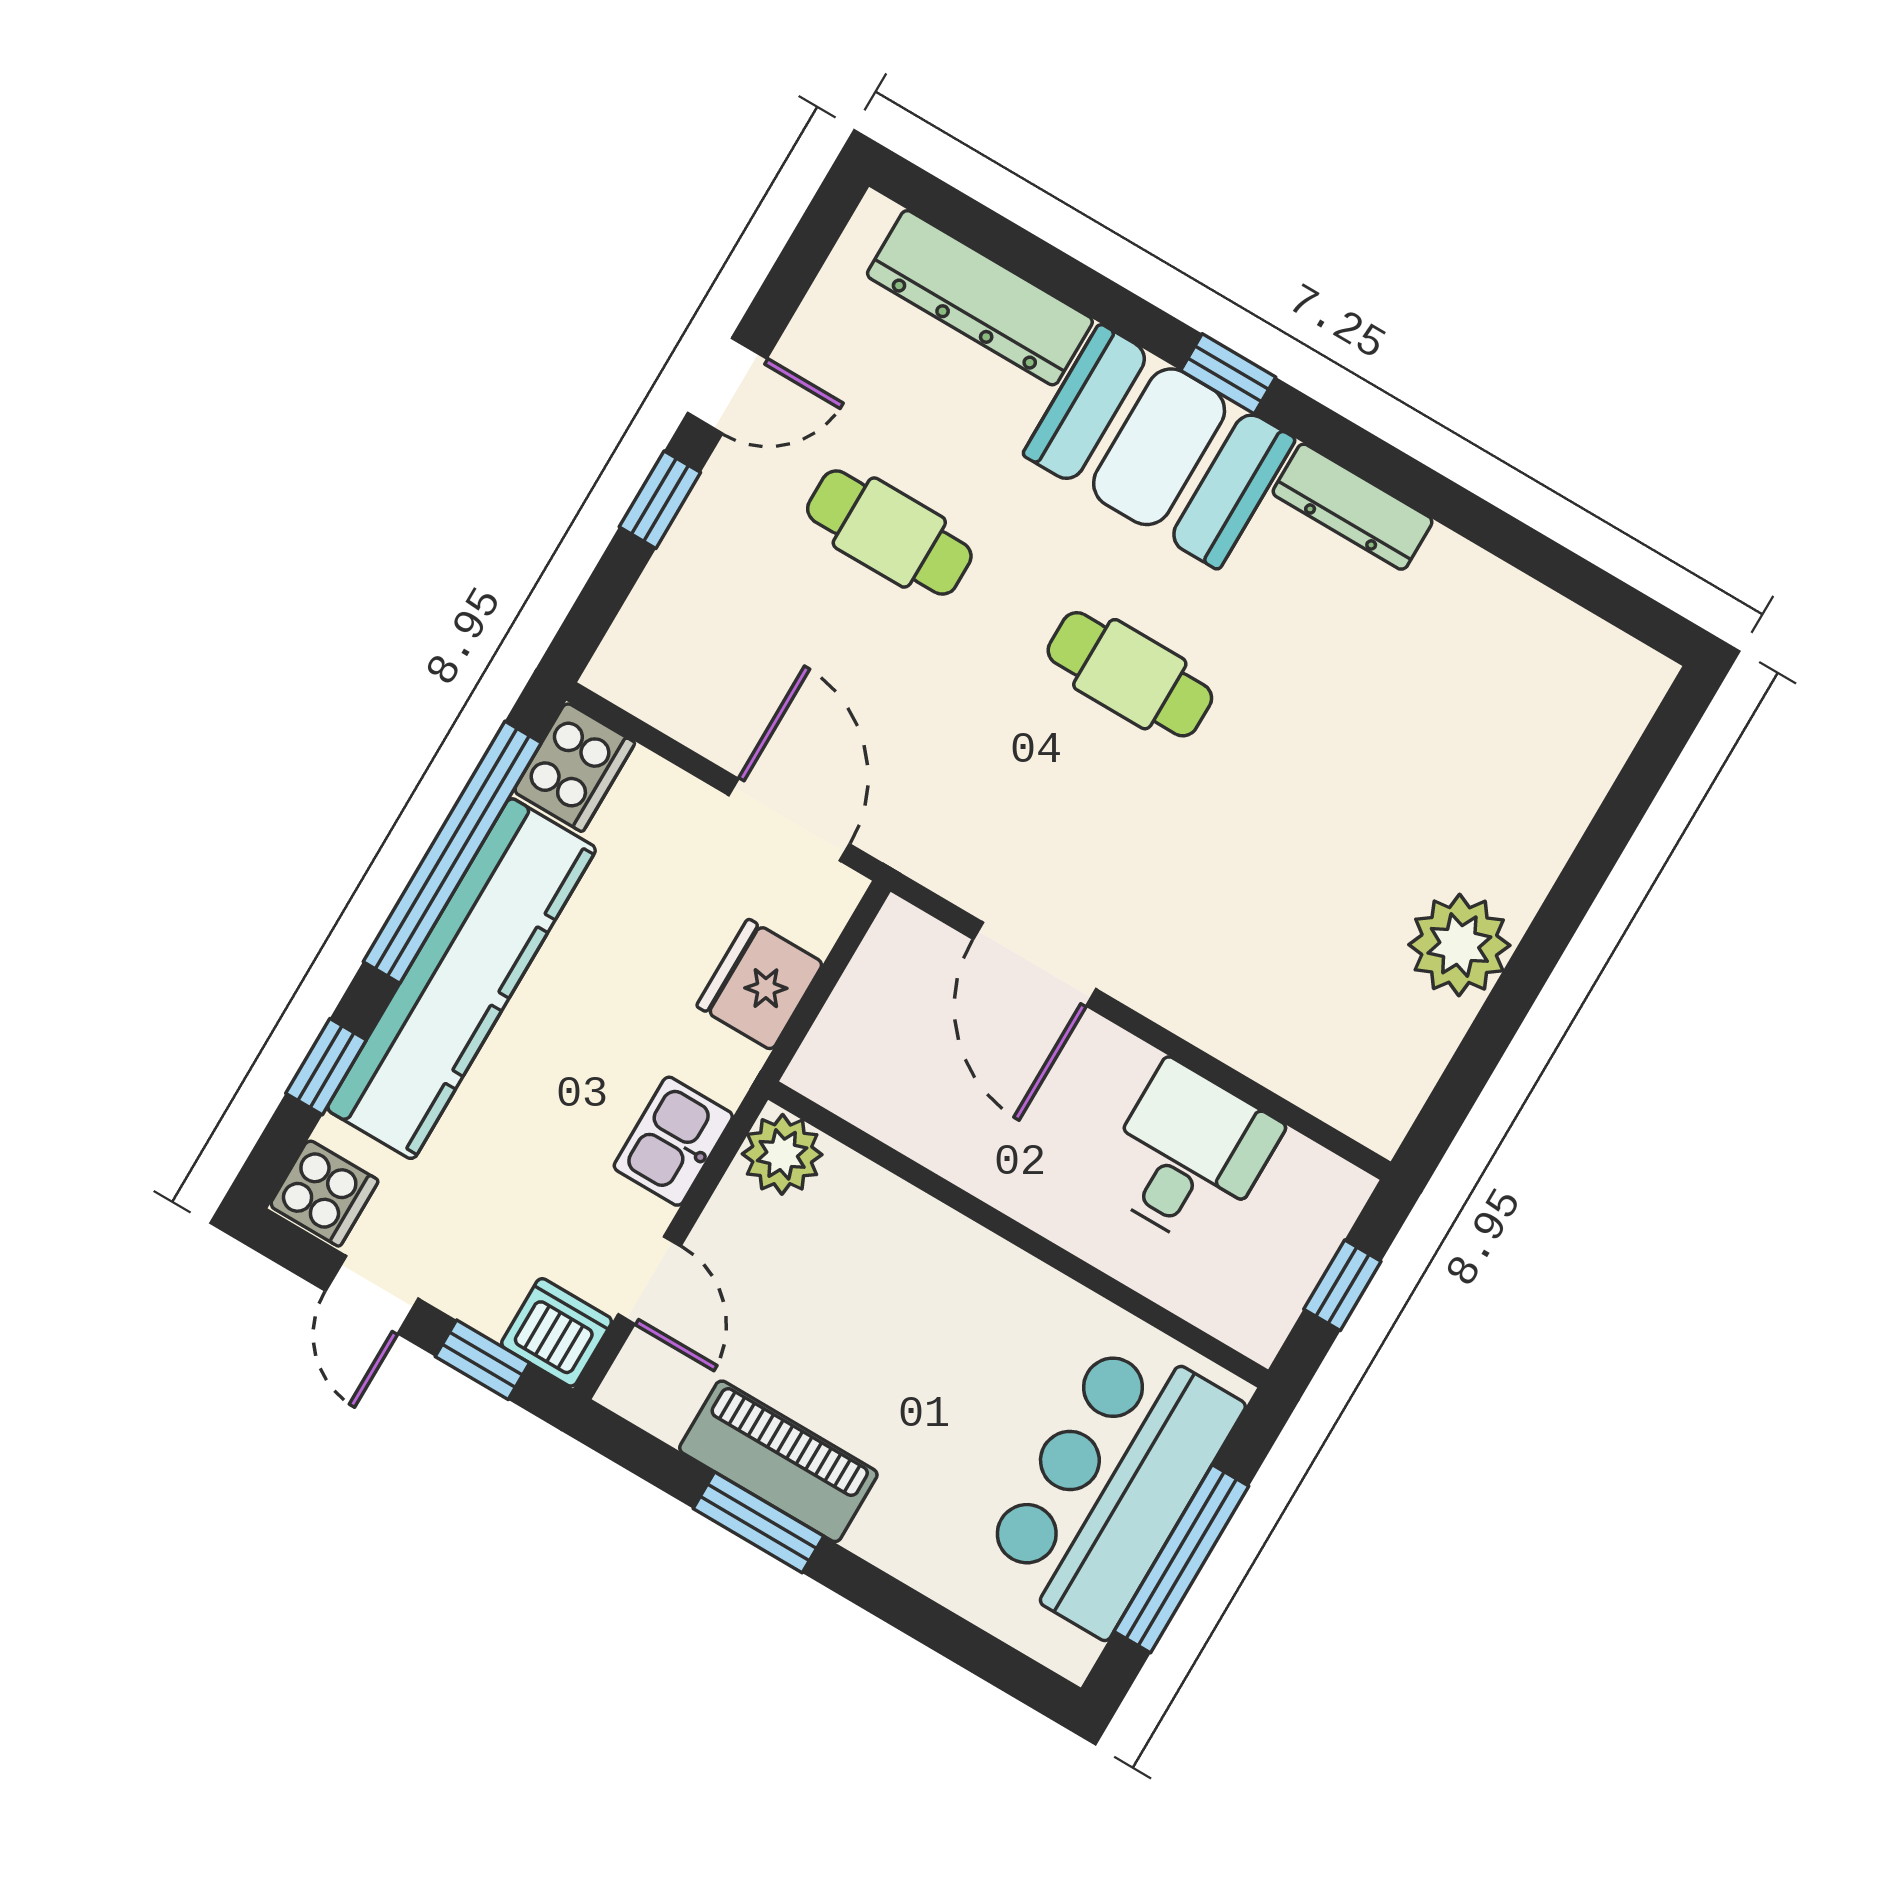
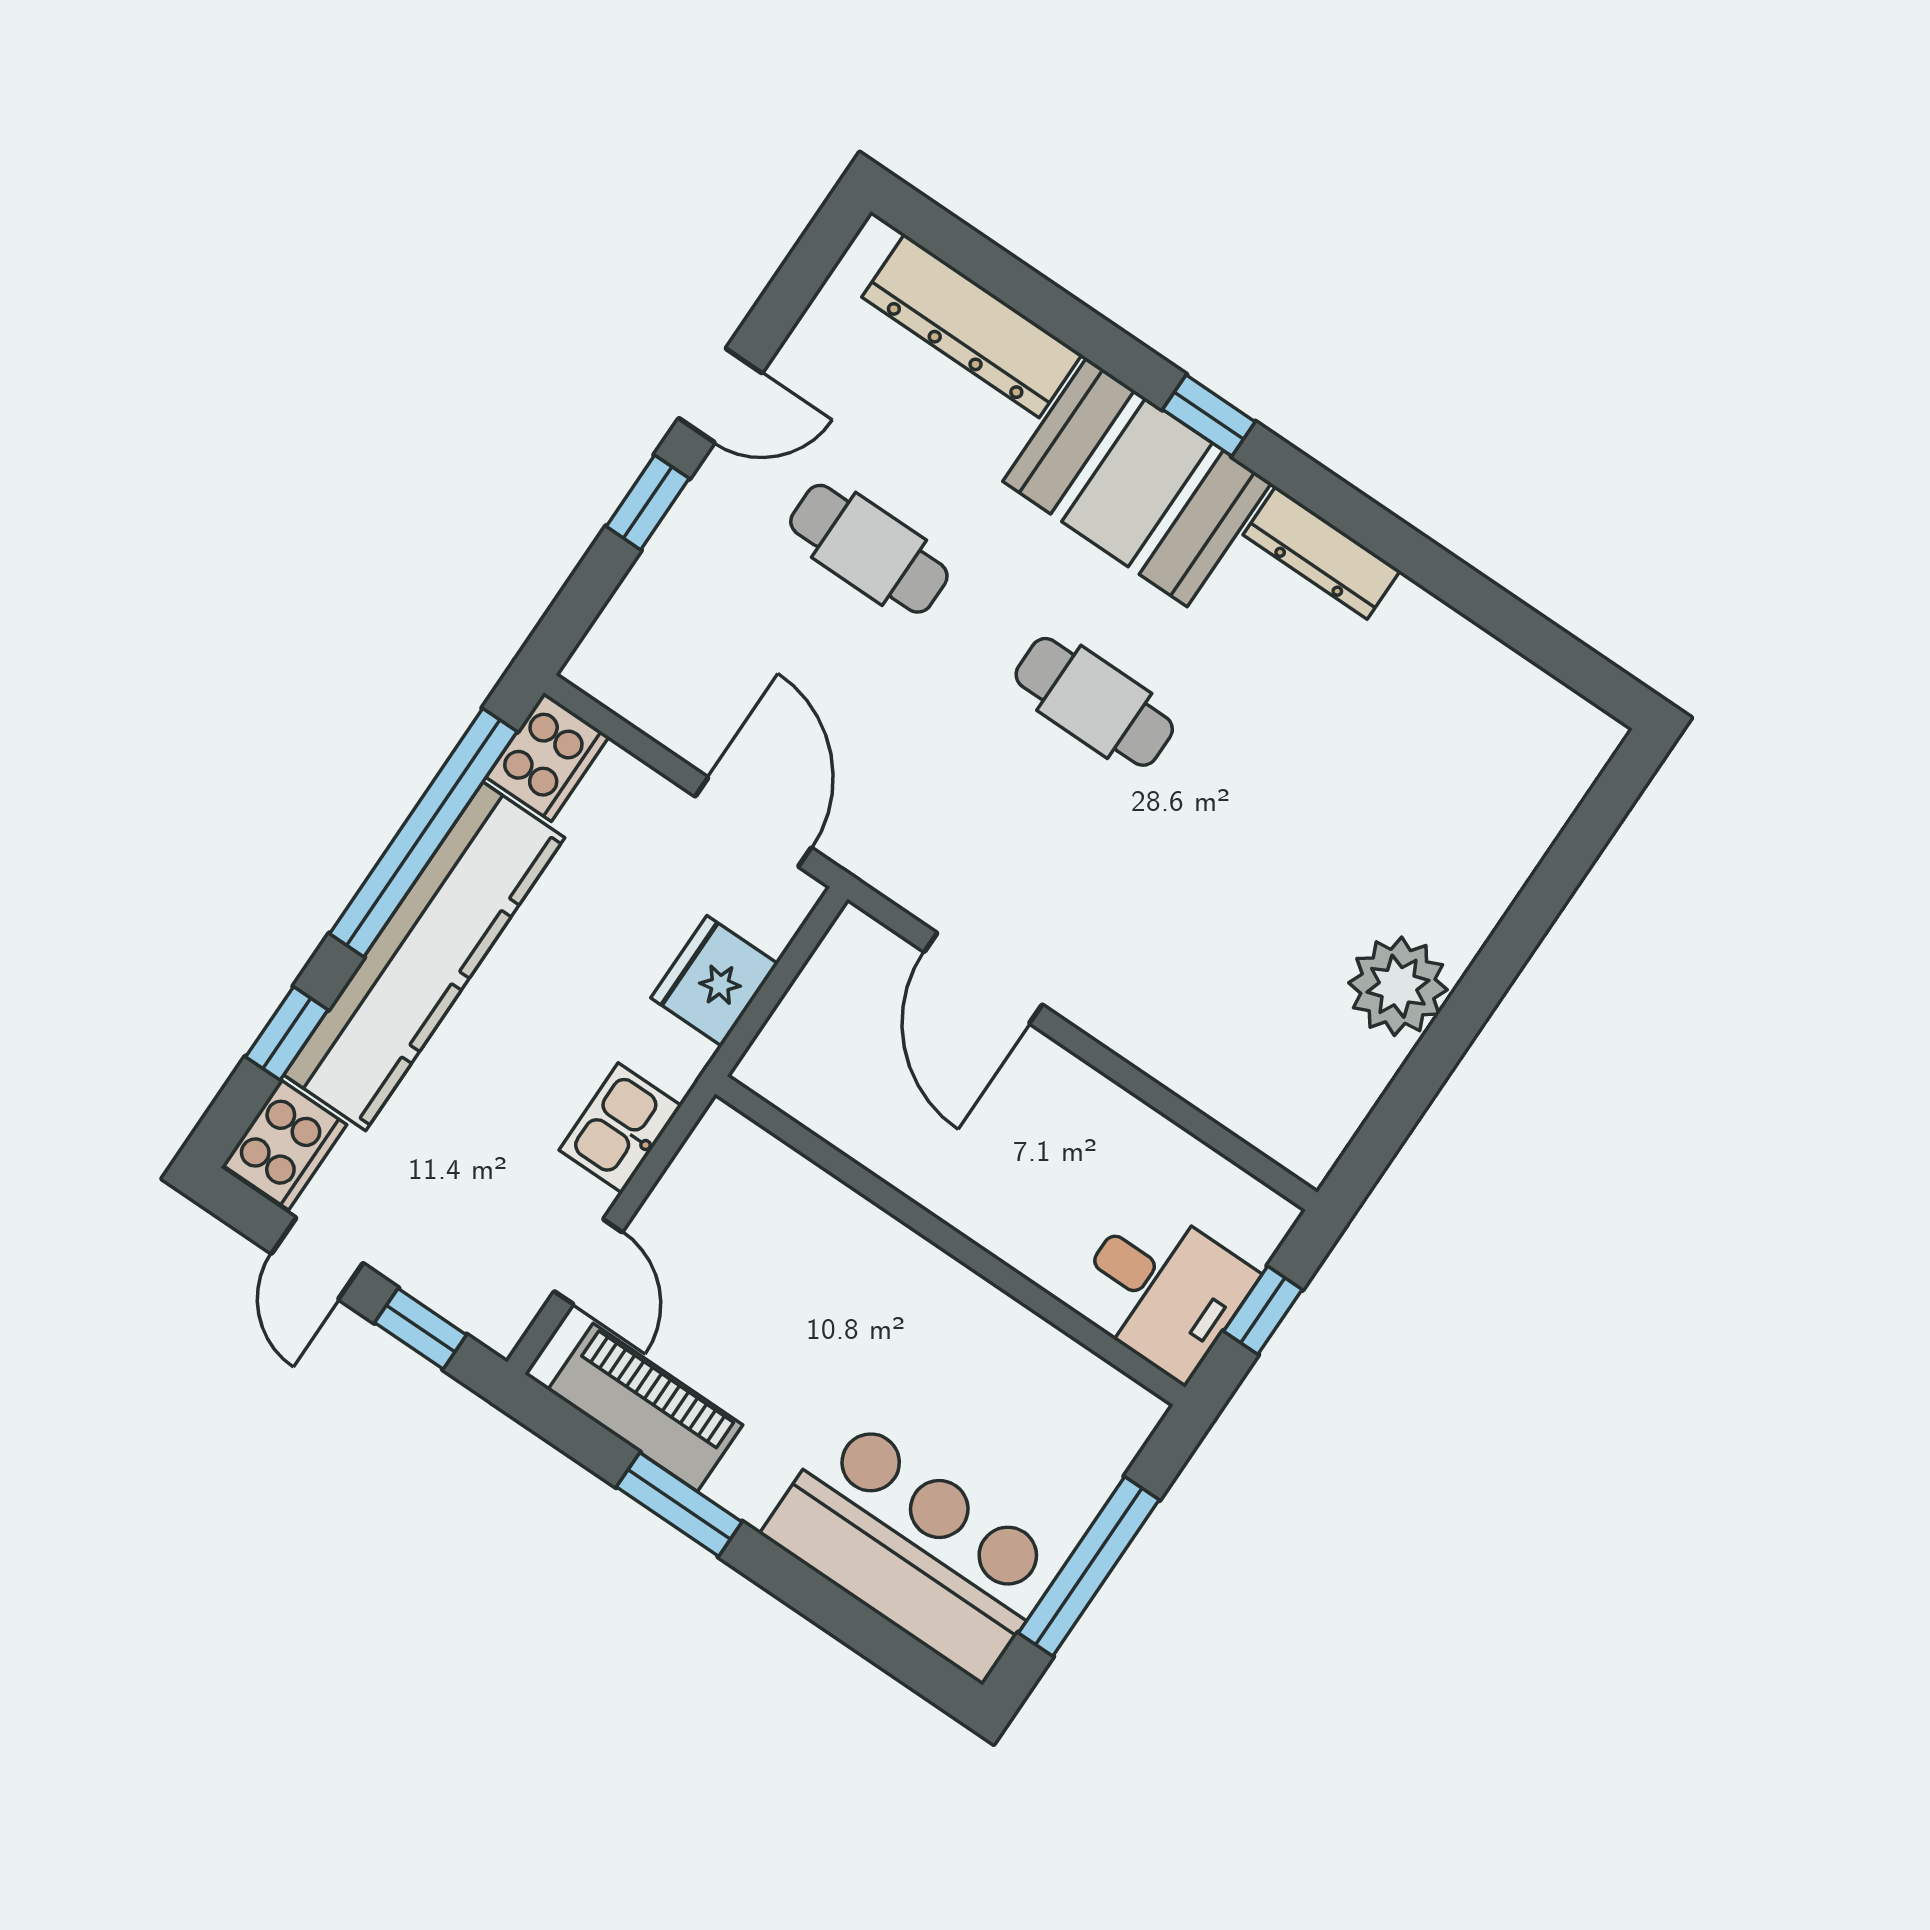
plant: (782, 1154) -> (725, 1148), removed
desk: (1189, 1155) -> (1162, 1289), moved, turned 90
cooker: (324, 1193) -> (285, 1145), width x1.36
dishwasher: (557, 1332) -> (495, 1307), removed
piano: (778, 1461) -> (645, 1407), moved
bar counter: (1111, 1485) -> (913, 1547), moved, turned 90

